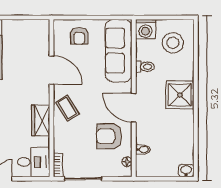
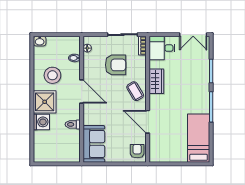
washing machine: (145, 29) -> (41, 122), moved, turned 90
armchair: (79, 36) -> (137, 151), moved
stool: (173, 43) -> (52, 75), moved
sofa: (119, 51) -> (94, 144), width x0.73
armchair: (109, 136) -> (116, 65), moved

